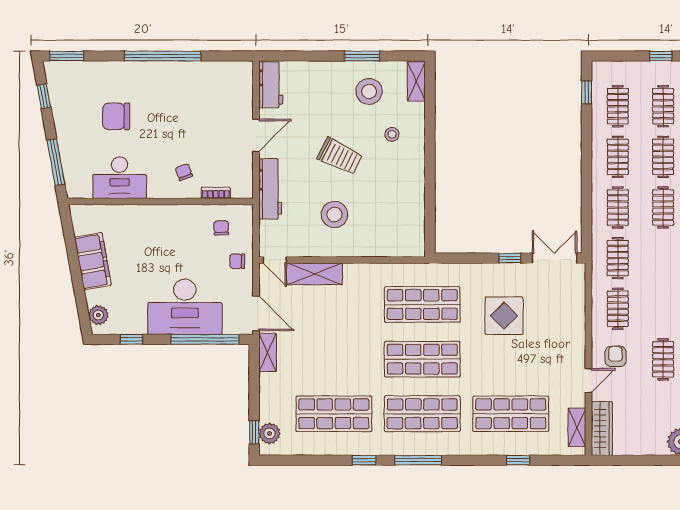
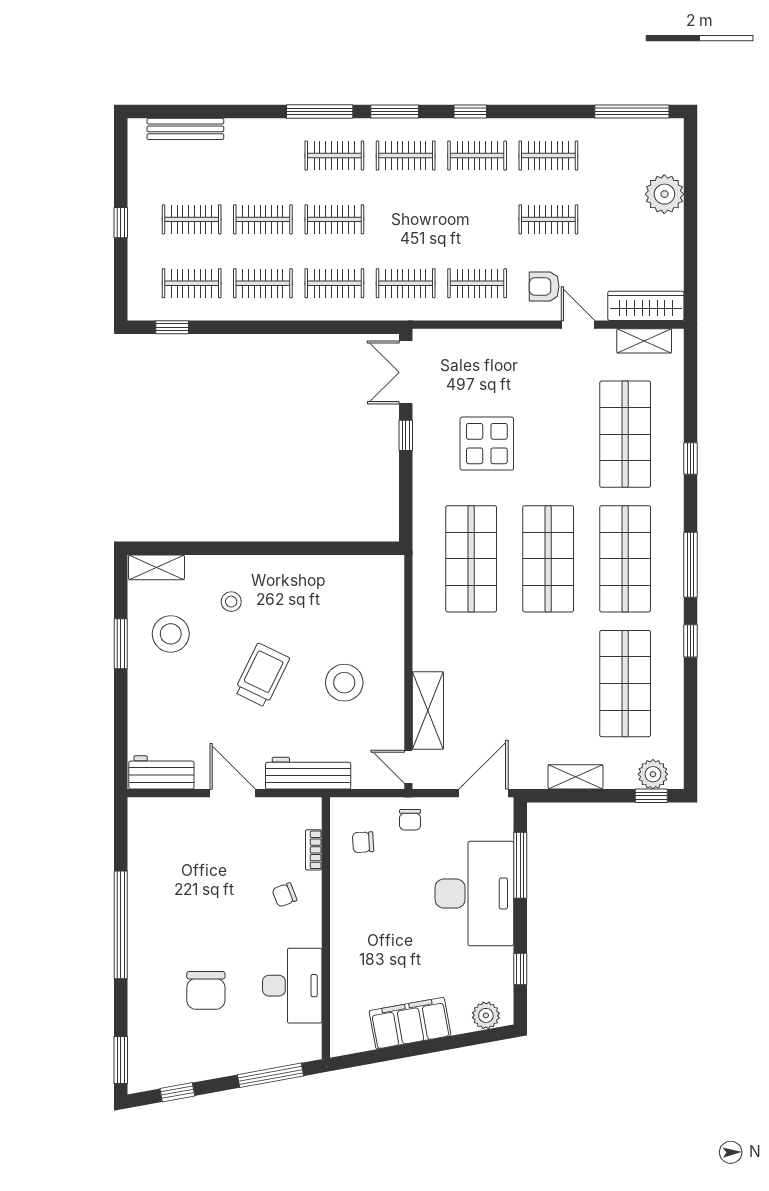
door: (275, 260) -> (408, 767), swing flipped
window: (205, 339) -> (520, 865), width x0.68
shelving: (268, 352) -> (576, 777), moved
window: (518, 460) -> (691, 459), moved

